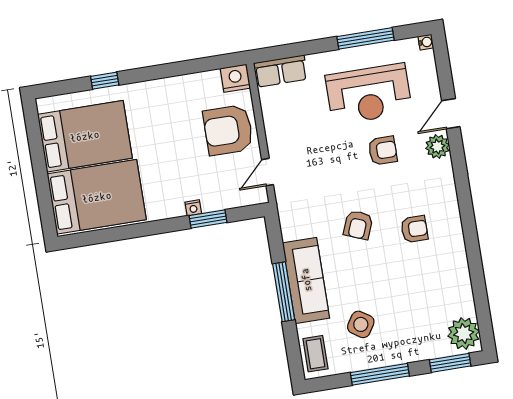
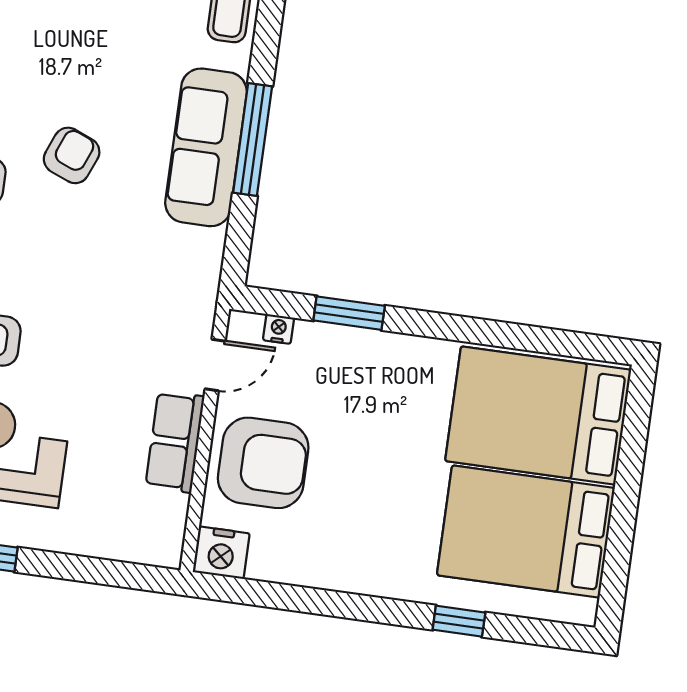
row of seats: (281, 71) -> (175, 442), moved, turned -90
nightstand: (193, 208) -> (278, 329), moved
armchair: (358, 225) -> (72, 155), moved
side table: (361, 324) -> (131, 37), removed

